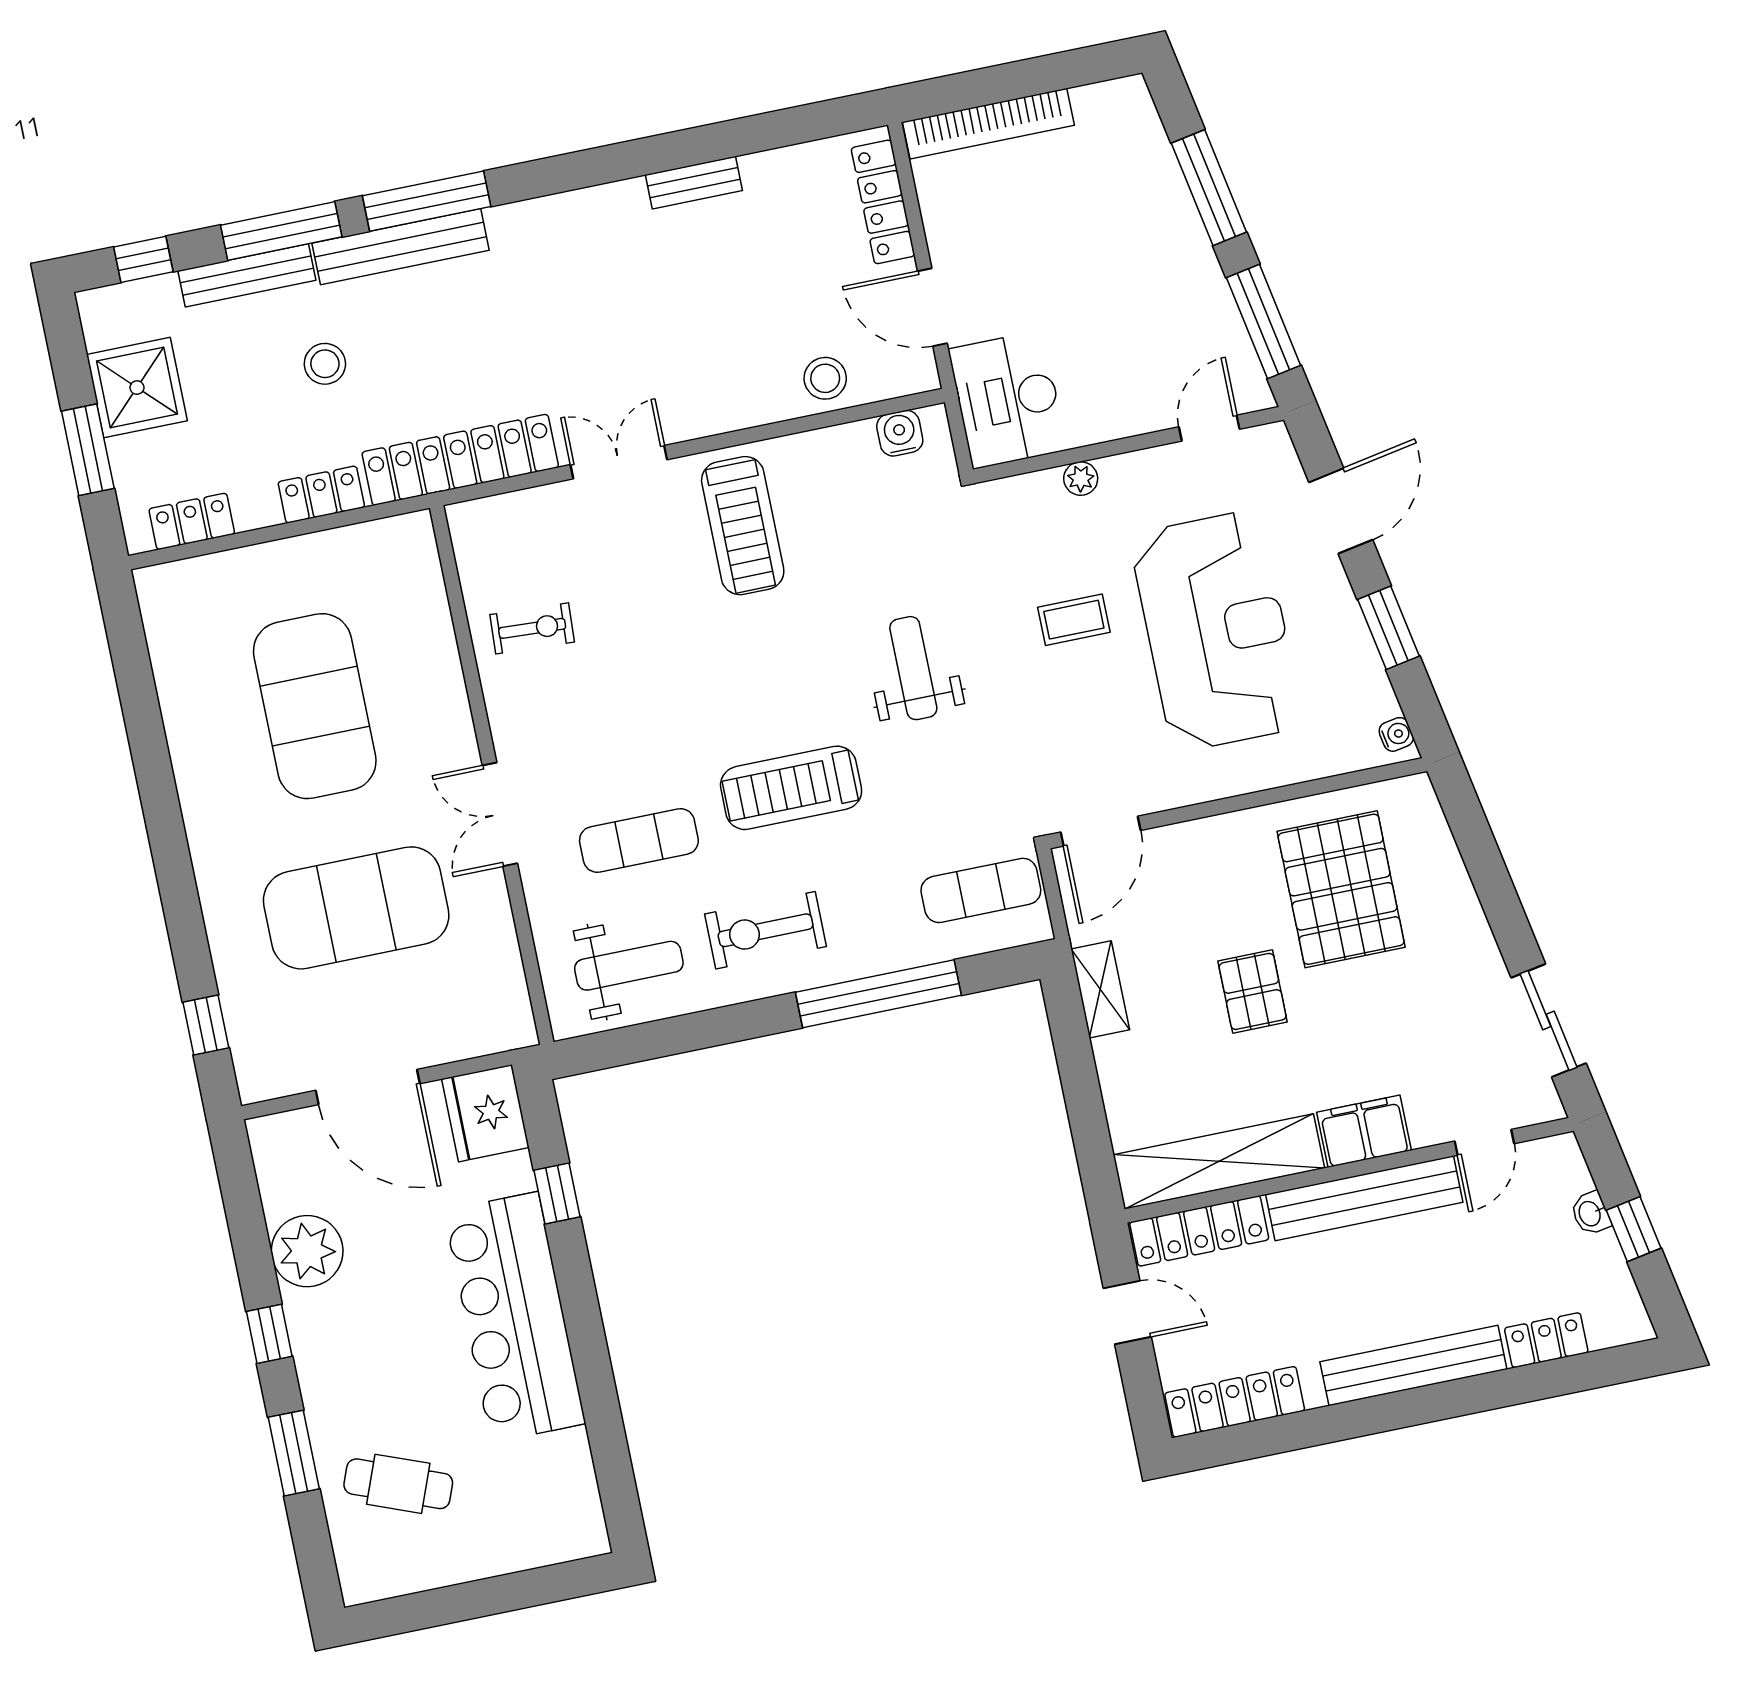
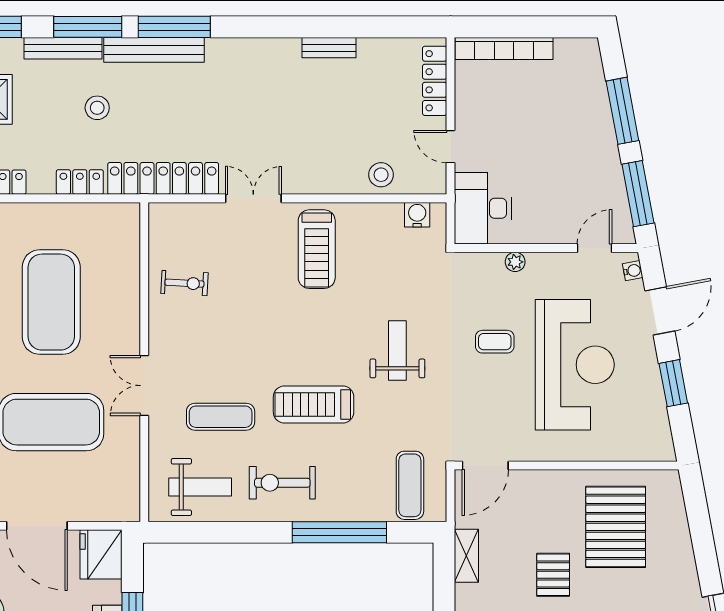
door: (932, 307) -> (451, 147), width x0.73
water cooler: (1396, 734) -> (633, 271), moved
exercise mat: (981, 890) -> (410, 485), turned 90

